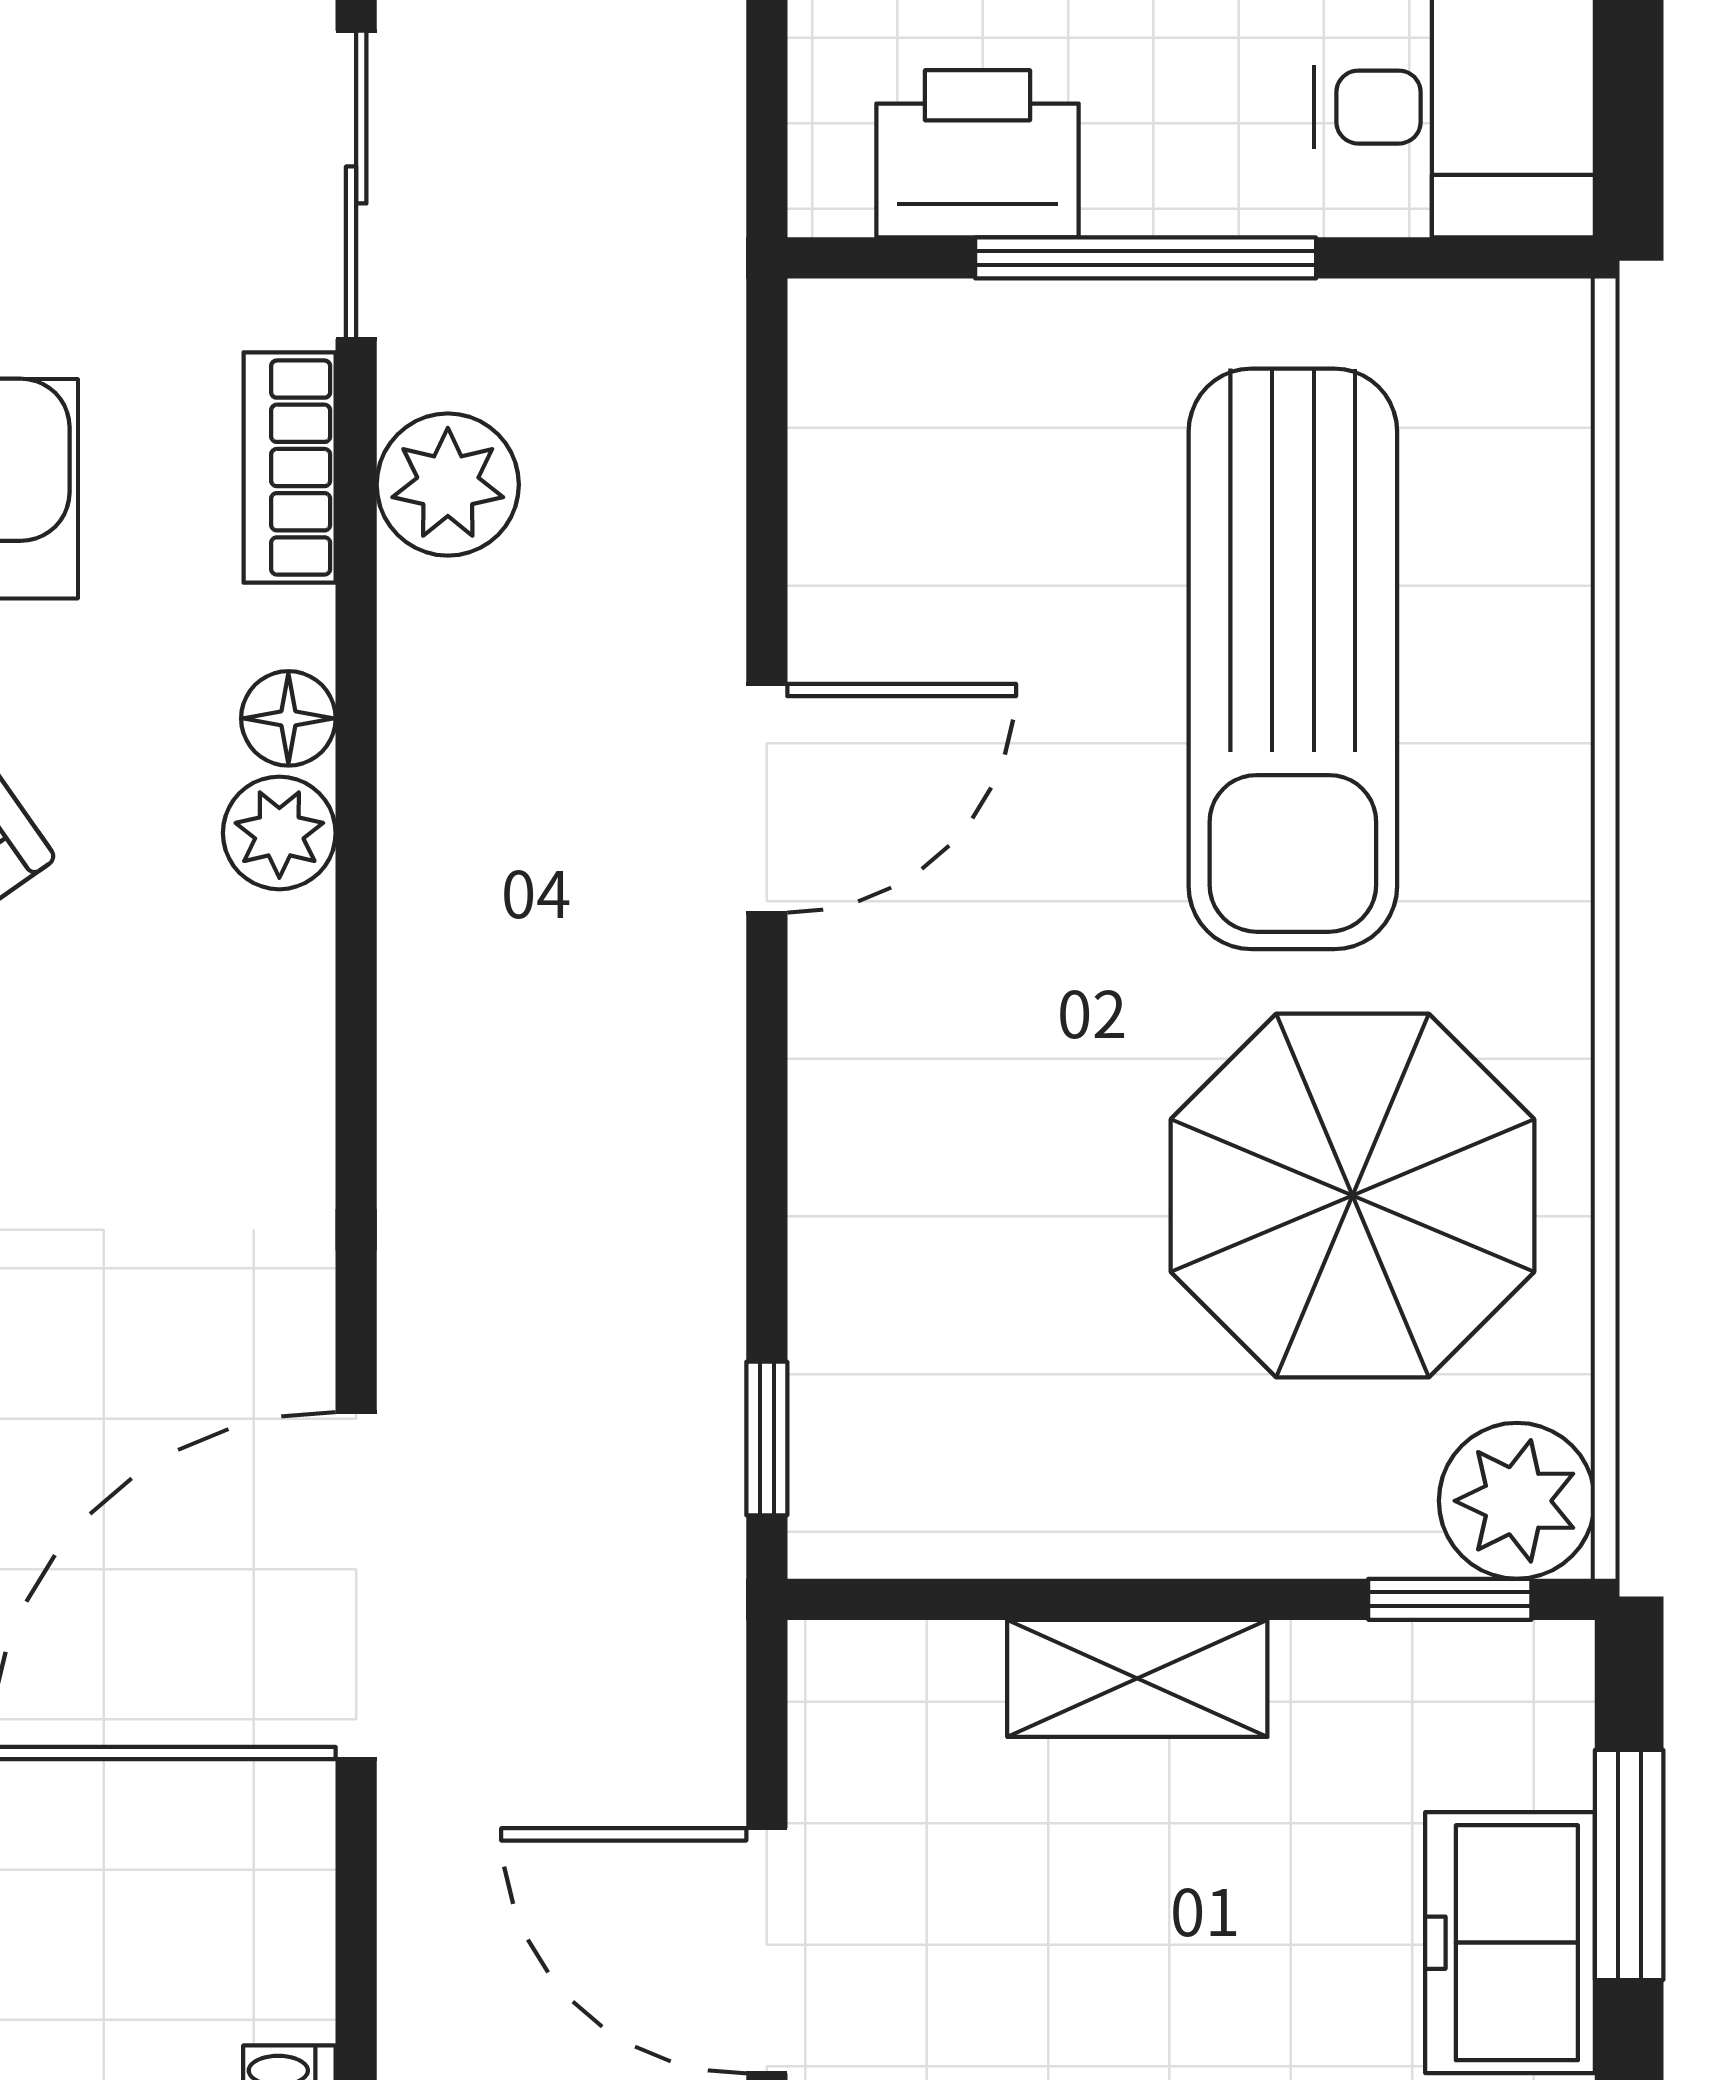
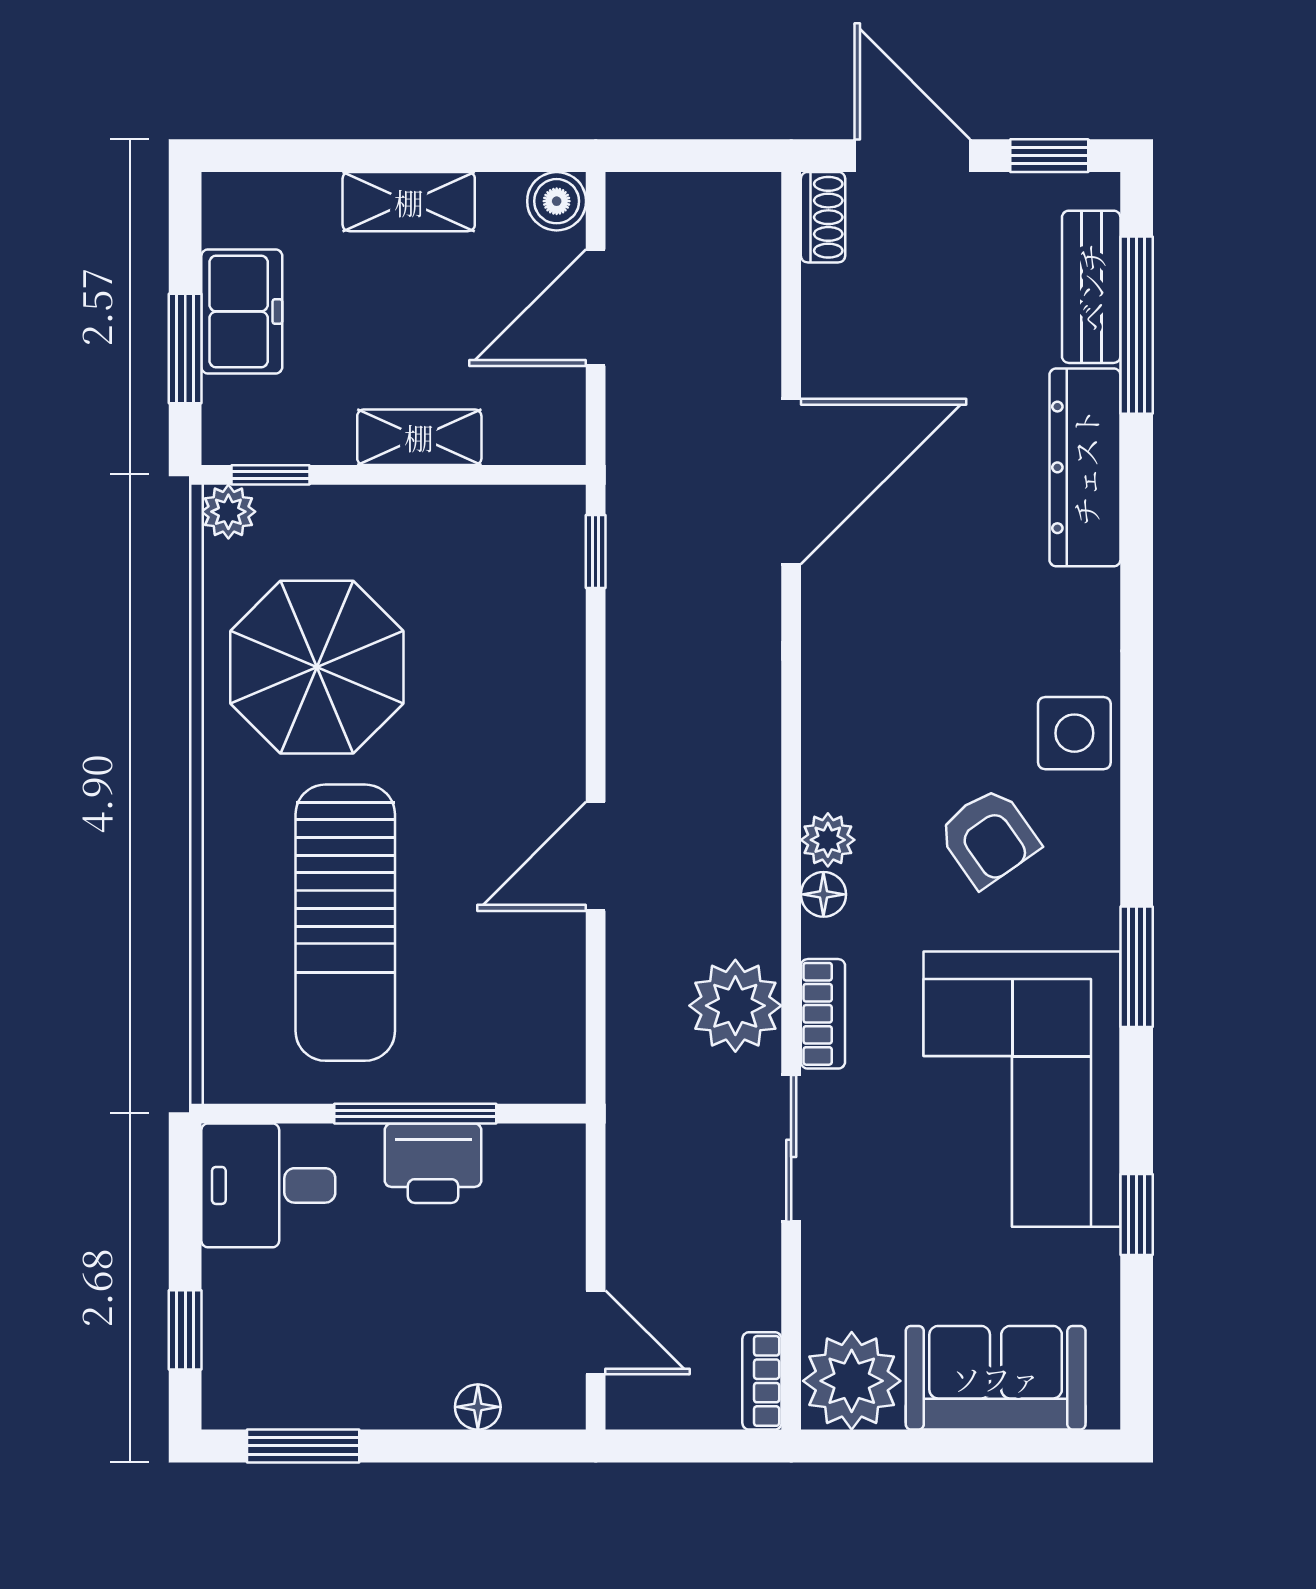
printer: (978, 154) -> (433, 1163), moved
plant: (448, 485) -> (735, 1006), width x1.36, depth x1.36
sun lounger: (1293, 659) -> (345, 923), turned 180
plant: (1517, 1501) -> (228, 512), width x0.73, depth x0.73
door: (767, 1951) -> (596, 308), swing flipped

